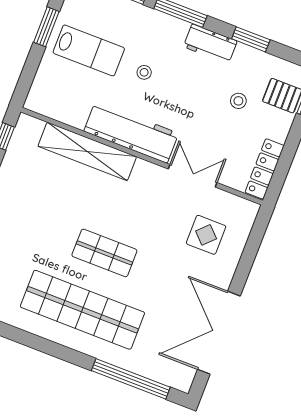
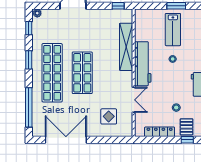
locker: (265, 169) -> (160, 132), moved
shop shelf: (104, 253) -> (82, 73), width x1.43, depth x1.36
window: (41, 344) -> (29, 60), added

